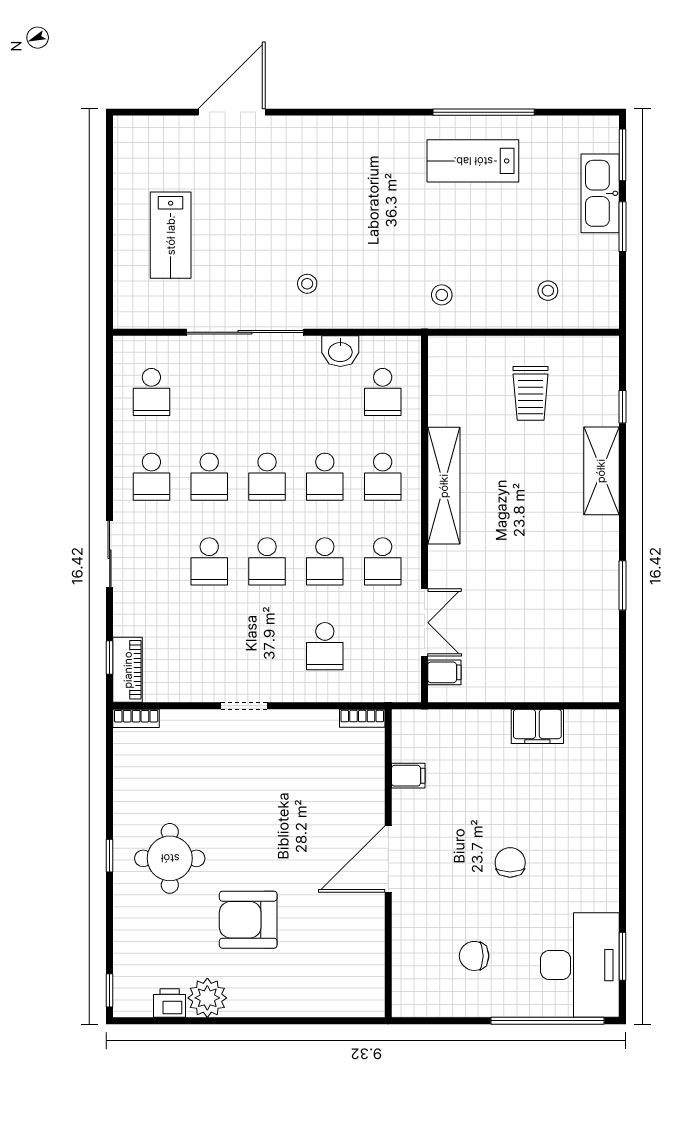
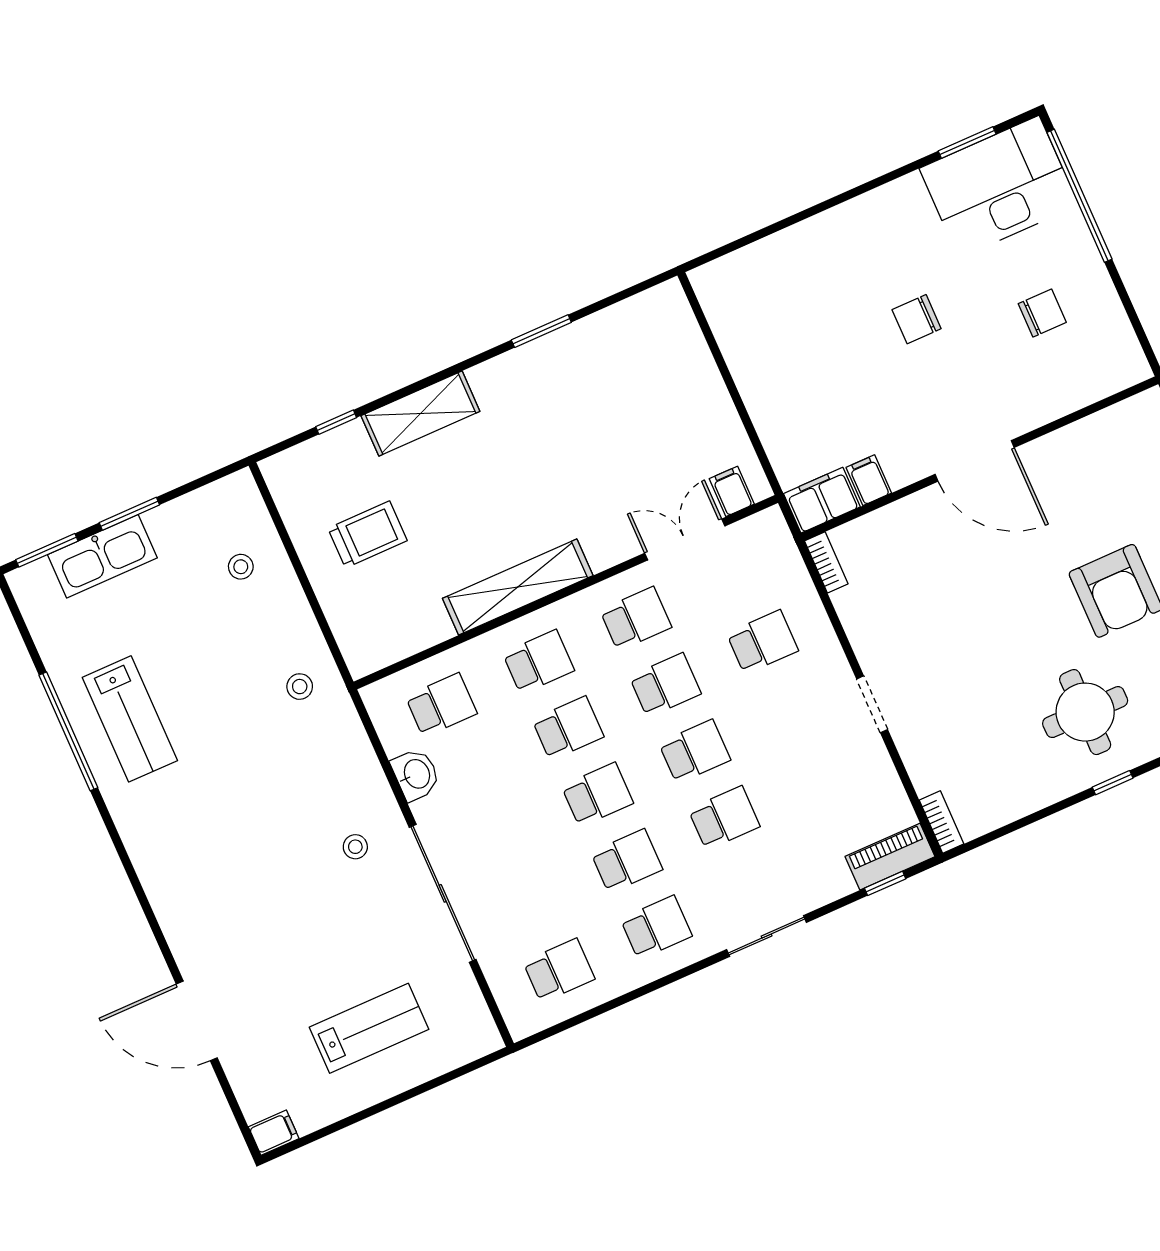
filing cabinet: (125, 132) -> (274, 1133), added
filing cabinet: (537, 726) -> (822, 500), moved, turned -90
chair: (474, 956) -> (1042, 313), turned -90

